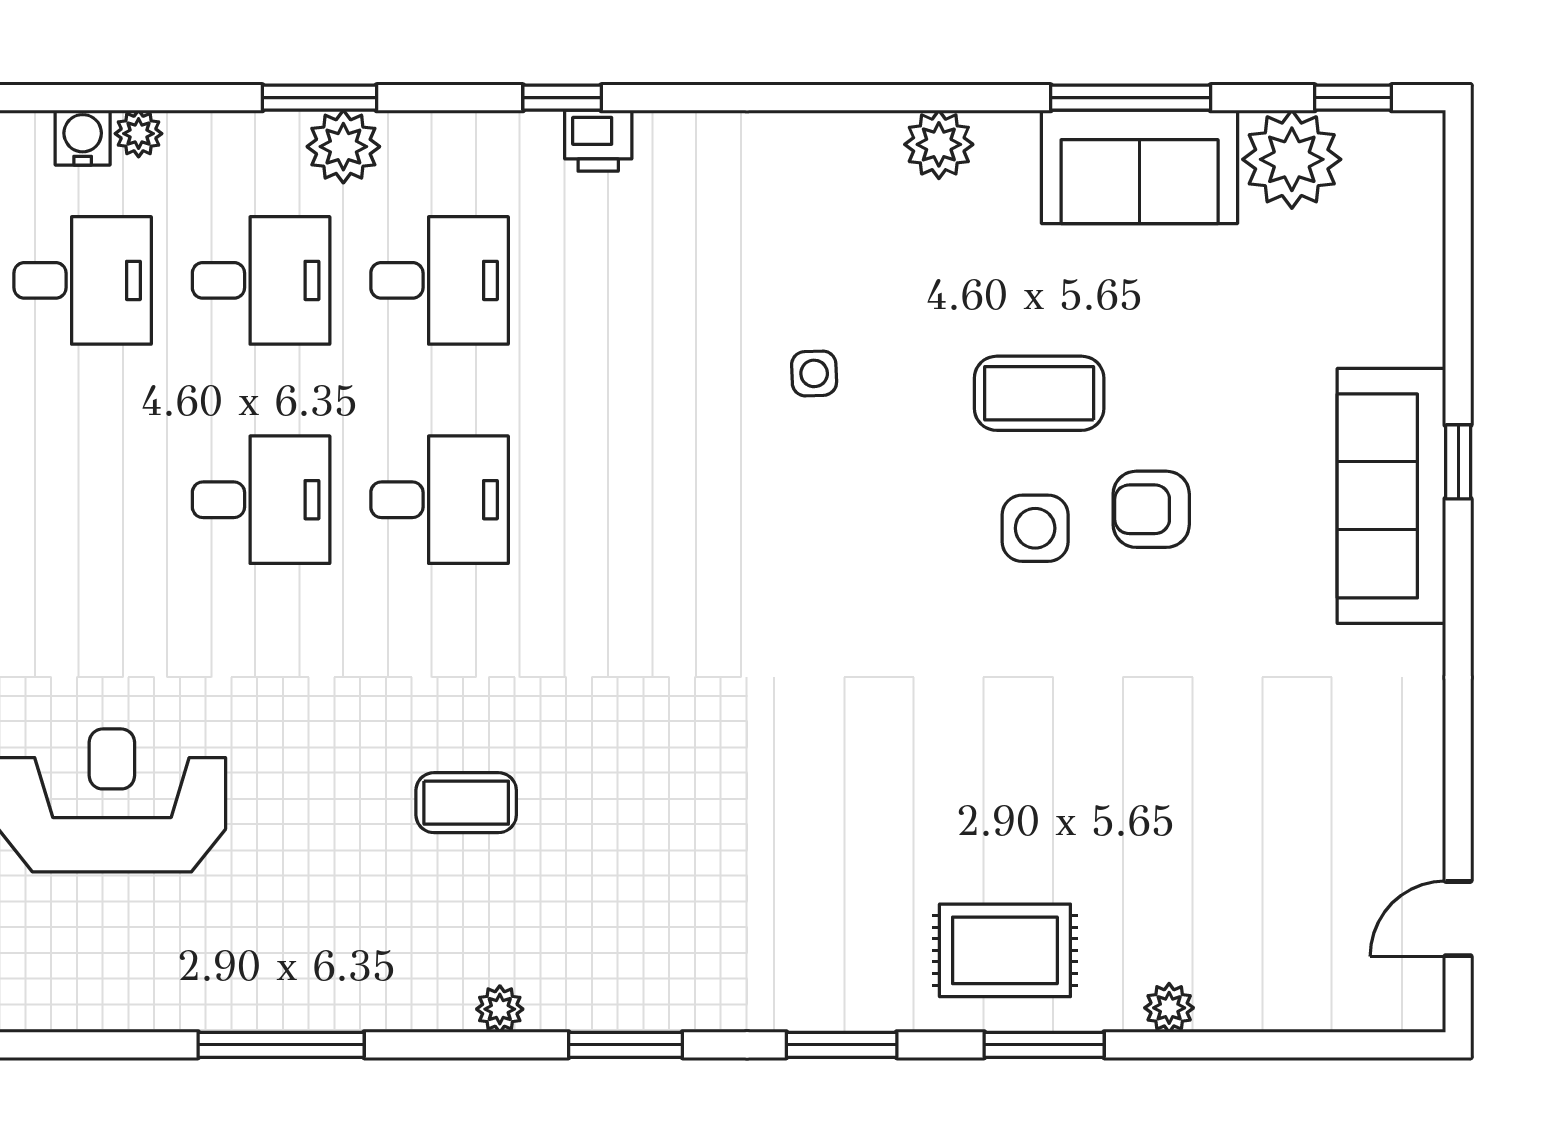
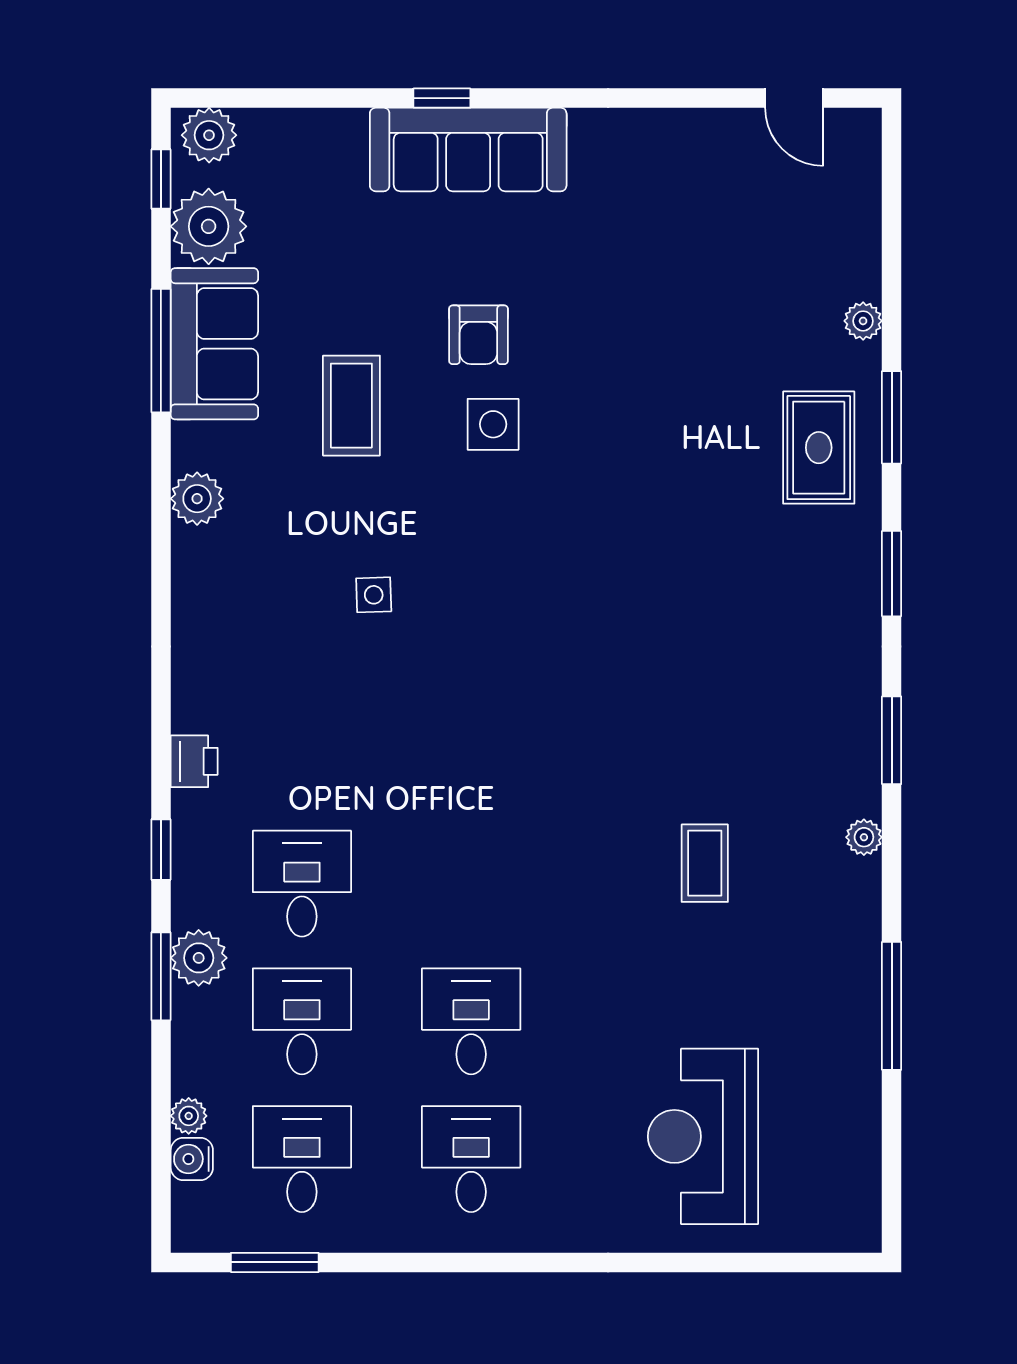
window: (562, 98) -> (161, 850), moved
plant: (1410, 160) -> (209, 135), added
coffee table: (1039, 393) -> (351, 406), moved
desk: (440, 500) -> (471, 1159), moved

